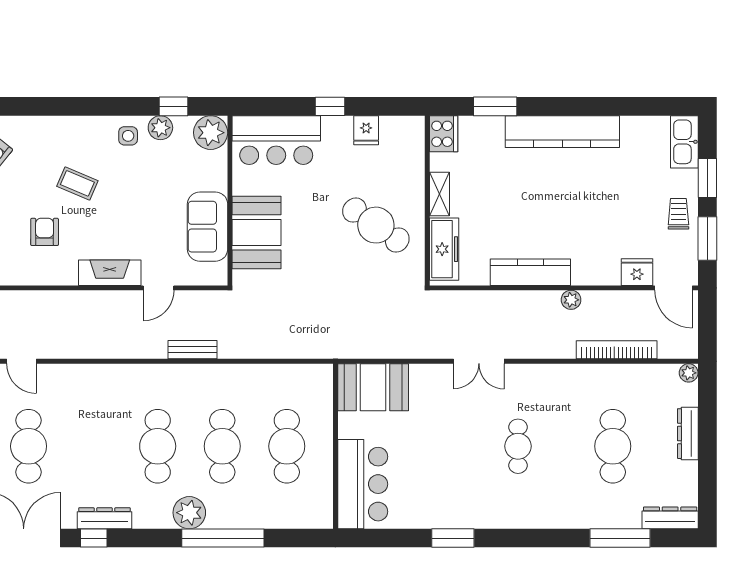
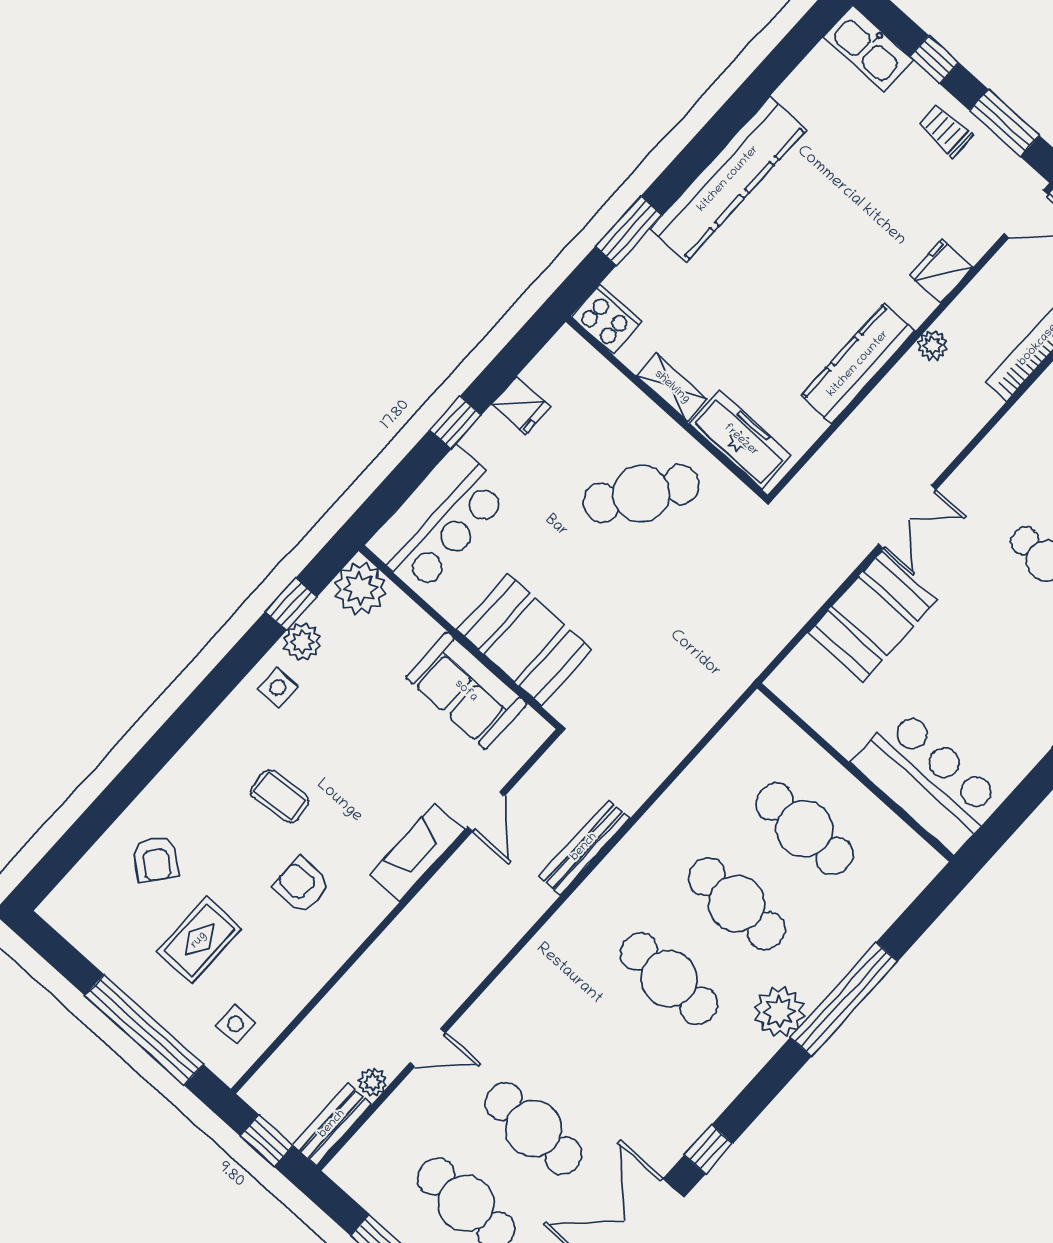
window: (707, 178) -> (934, 60), width x0.67
coffee table: (77, 183) -> (280, 796), turned 61
fridge: (637, 272) -> (941, 271), moved
bench: (192, 350) -> (584, 847), width x1.36
booth: (373, 387) -> (872, 616), moved
dresser: (104, 518) -> (697, 1116), removed

